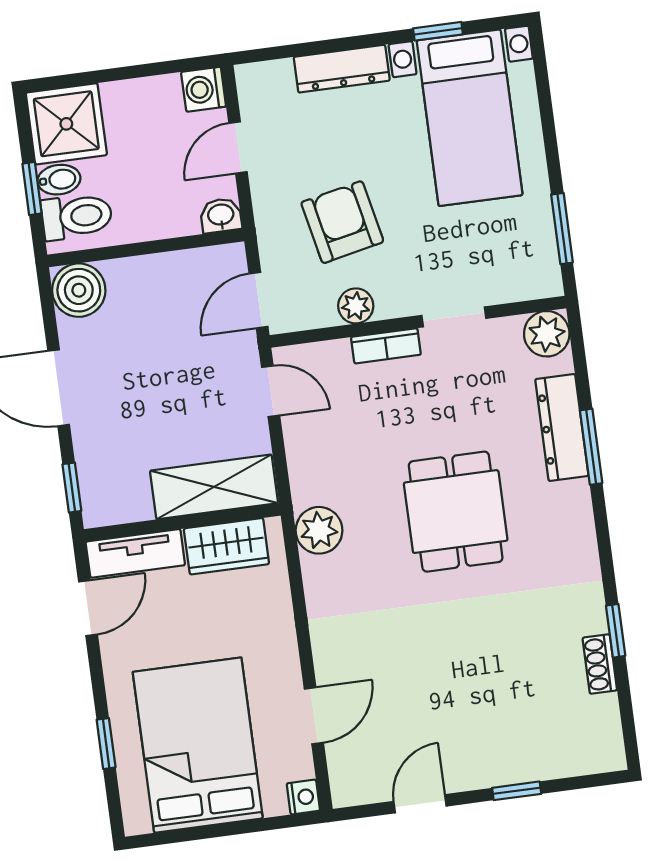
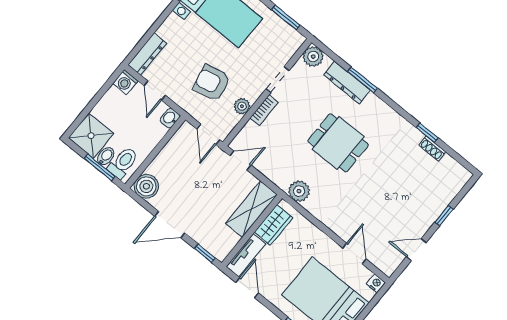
dresser: (342, 69) -> (147, 54), moved
window: (32, 189) -> (100, 167), width x1.50
door: (420, 804) -> (416, 250), hinge flipped

